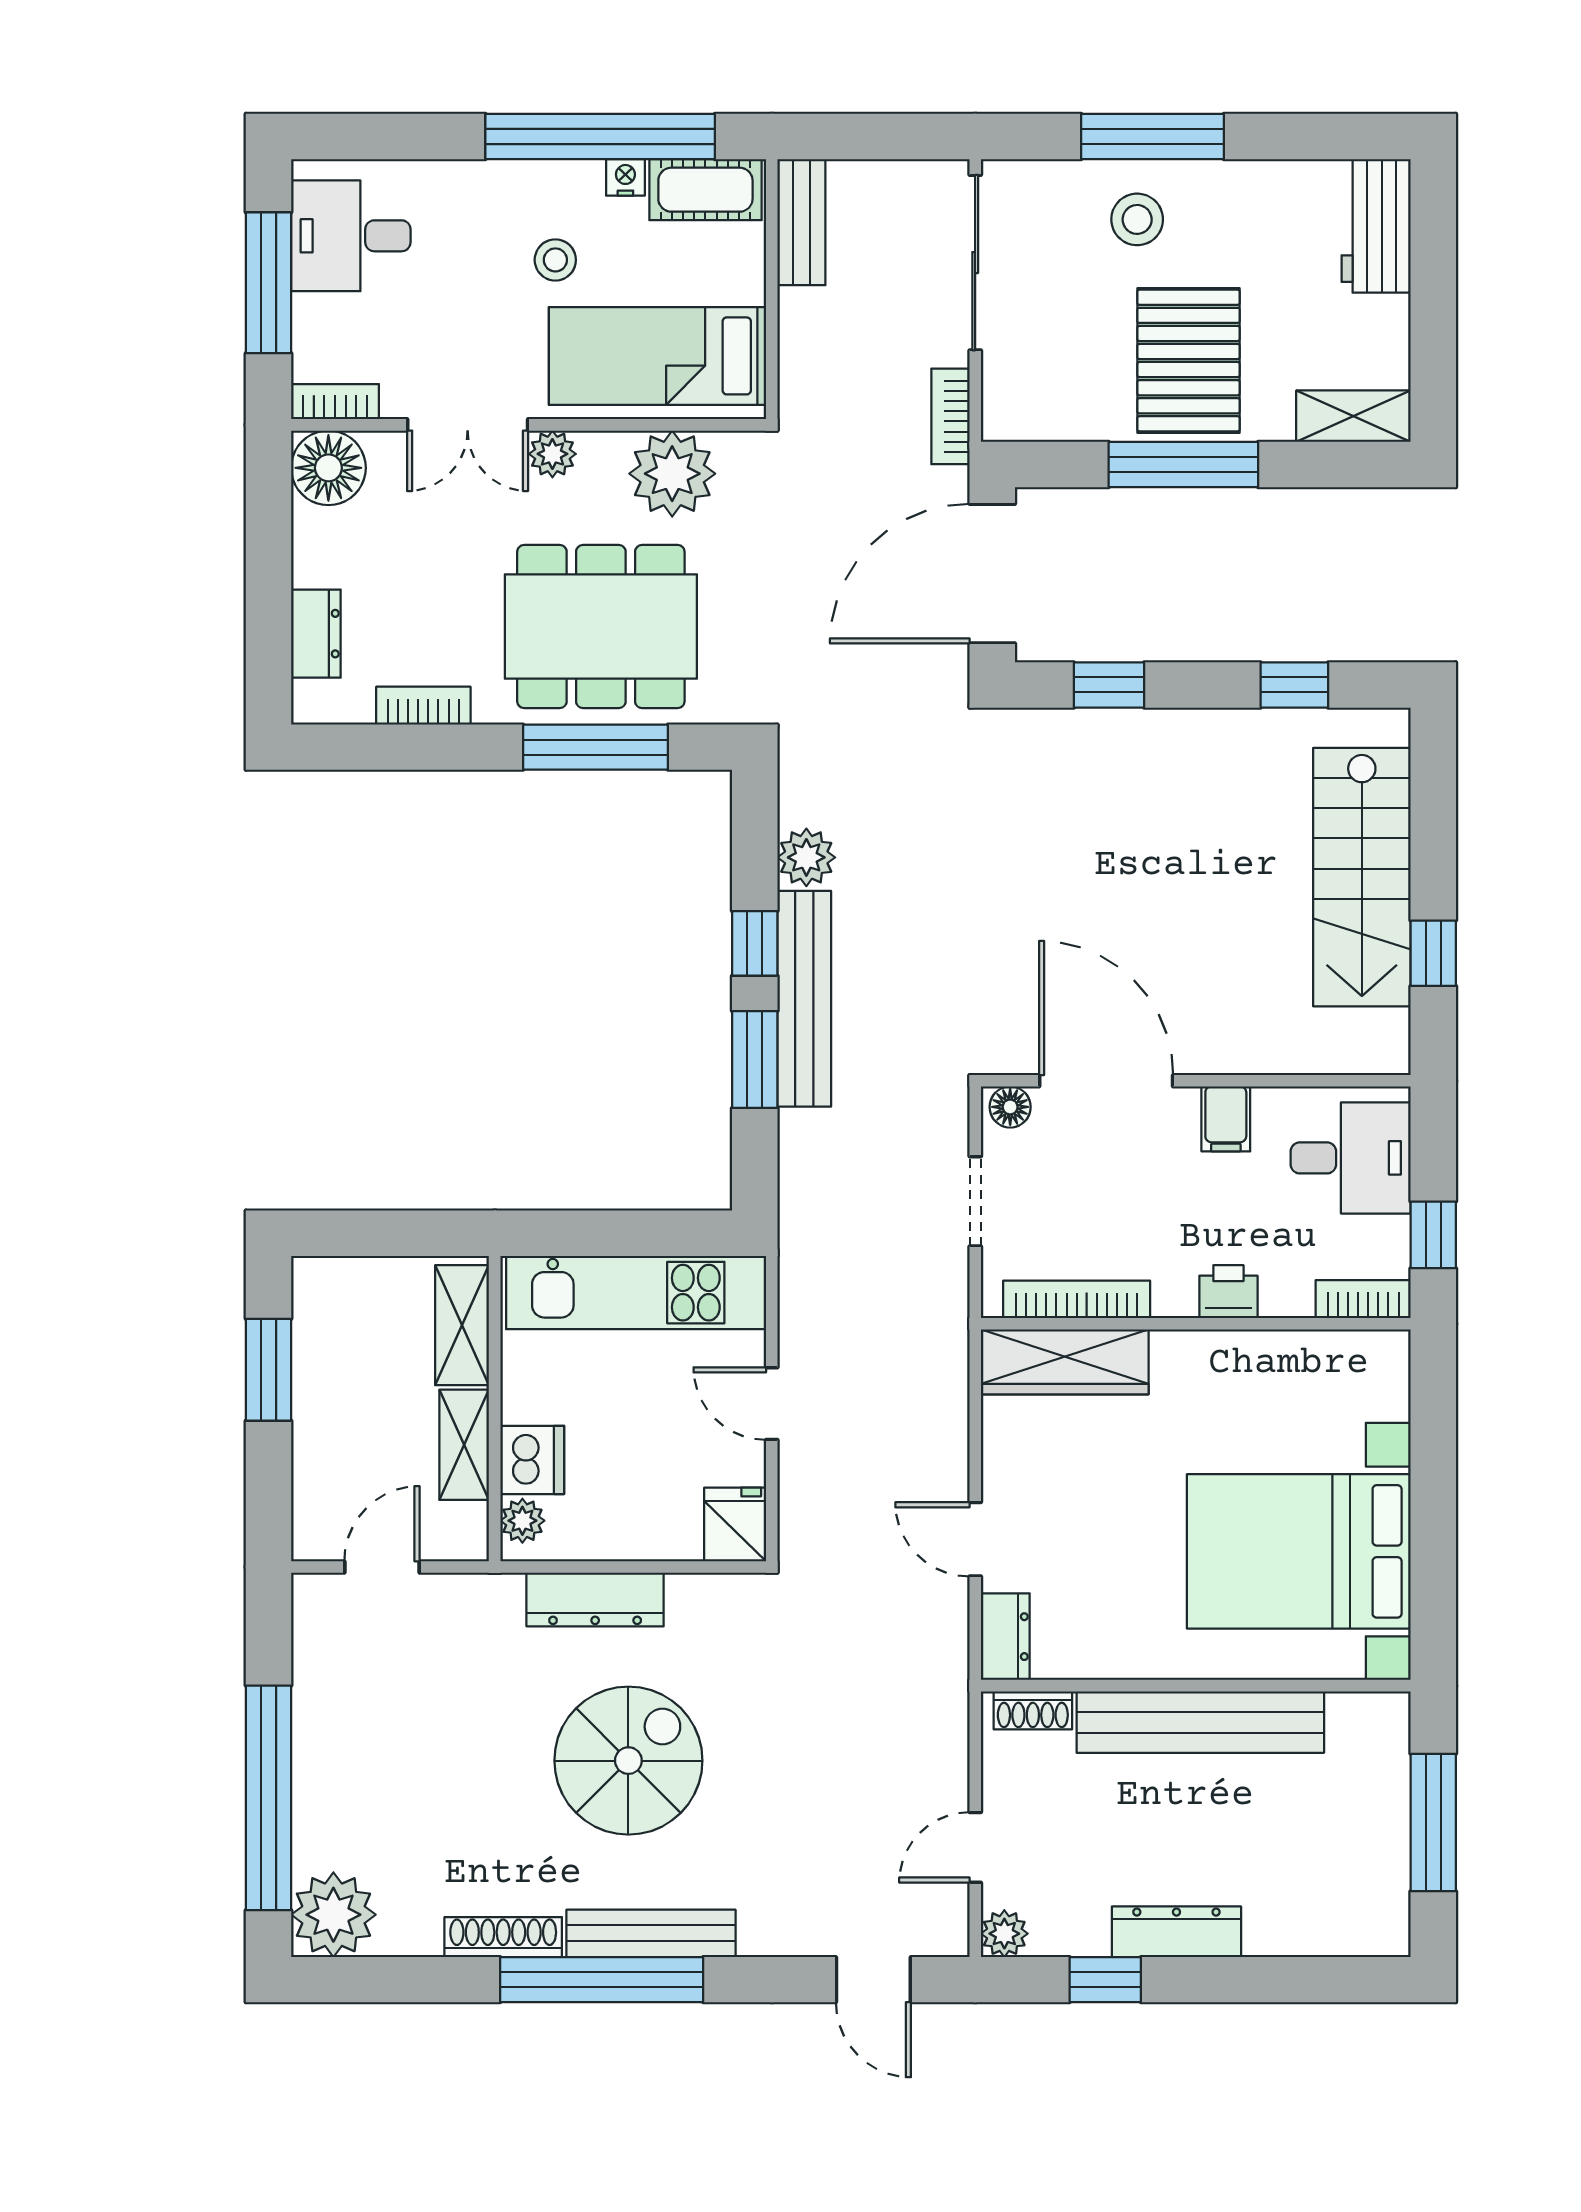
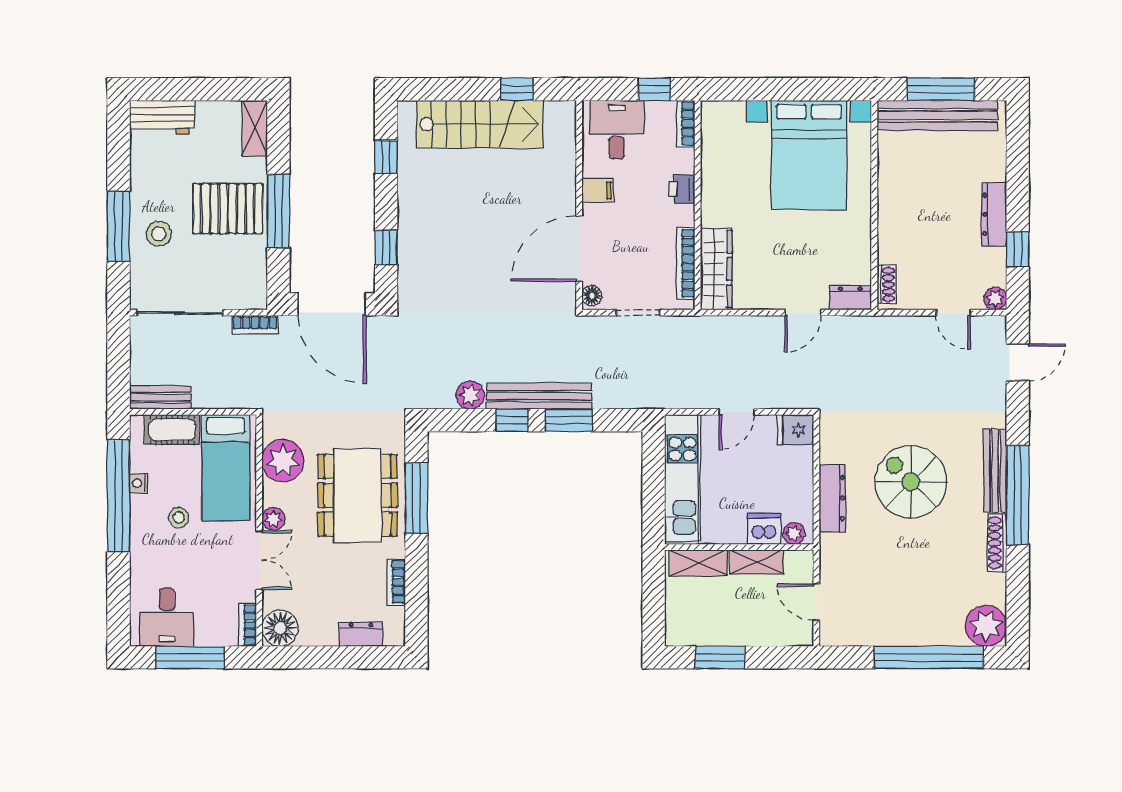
cot: (705, 190) -> (172, 430), moved, turned 90
bench: (1200, 1722) -> (937, 115), moved, turned 90

